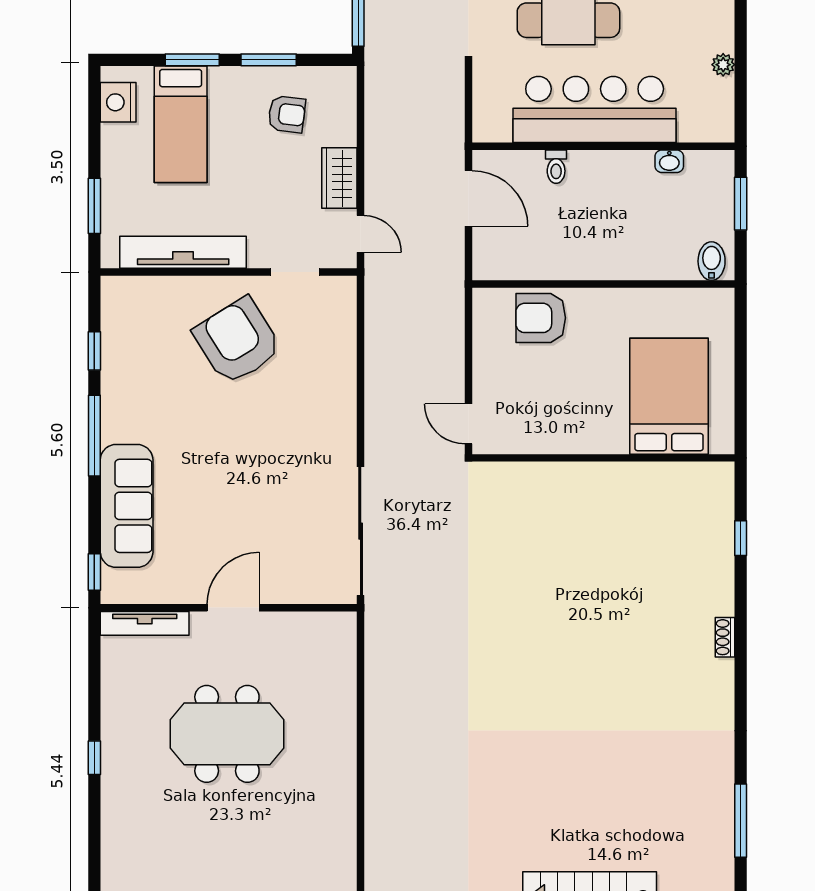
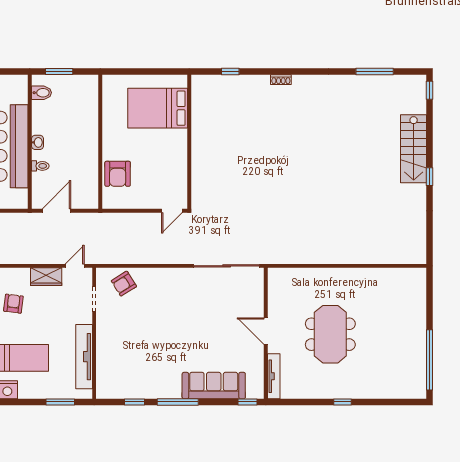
washbasin: (669, 161) -> (37, 142), moved
bidet: (712, 261) -> (42, 93), moved, turned 180
armchair: (237, 341) -> (124, 284), moved, width x0.53, depth x0.53

